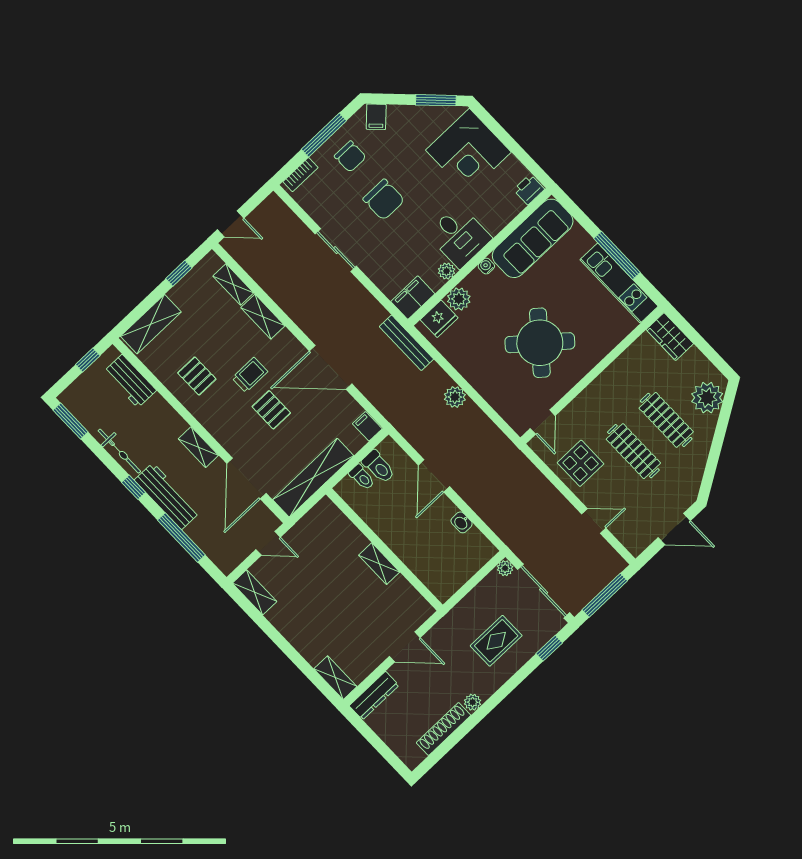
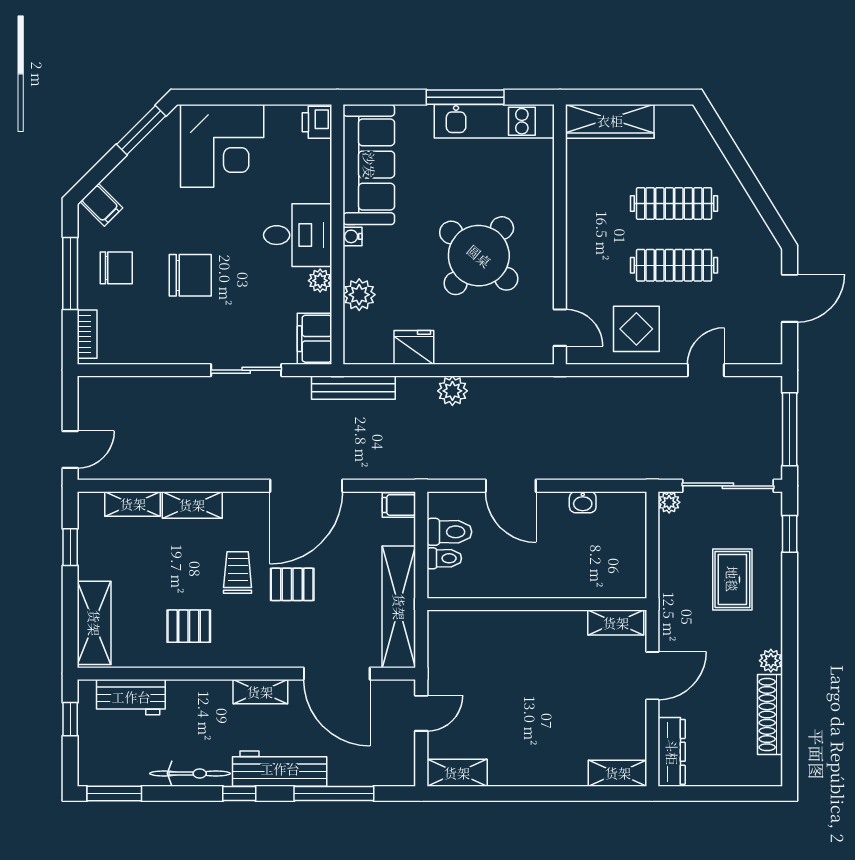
sliding door: (336, 250) -> (246, 370), moved
fridge: (439, 319) -> (414, 347), moved, turned -90
wardrobe: (670, 337) -> (610, 121), width x1.50
plant: (707, 398) -> (691, 142), removed
shelving: (379, 564) -> (616, 623), moved

